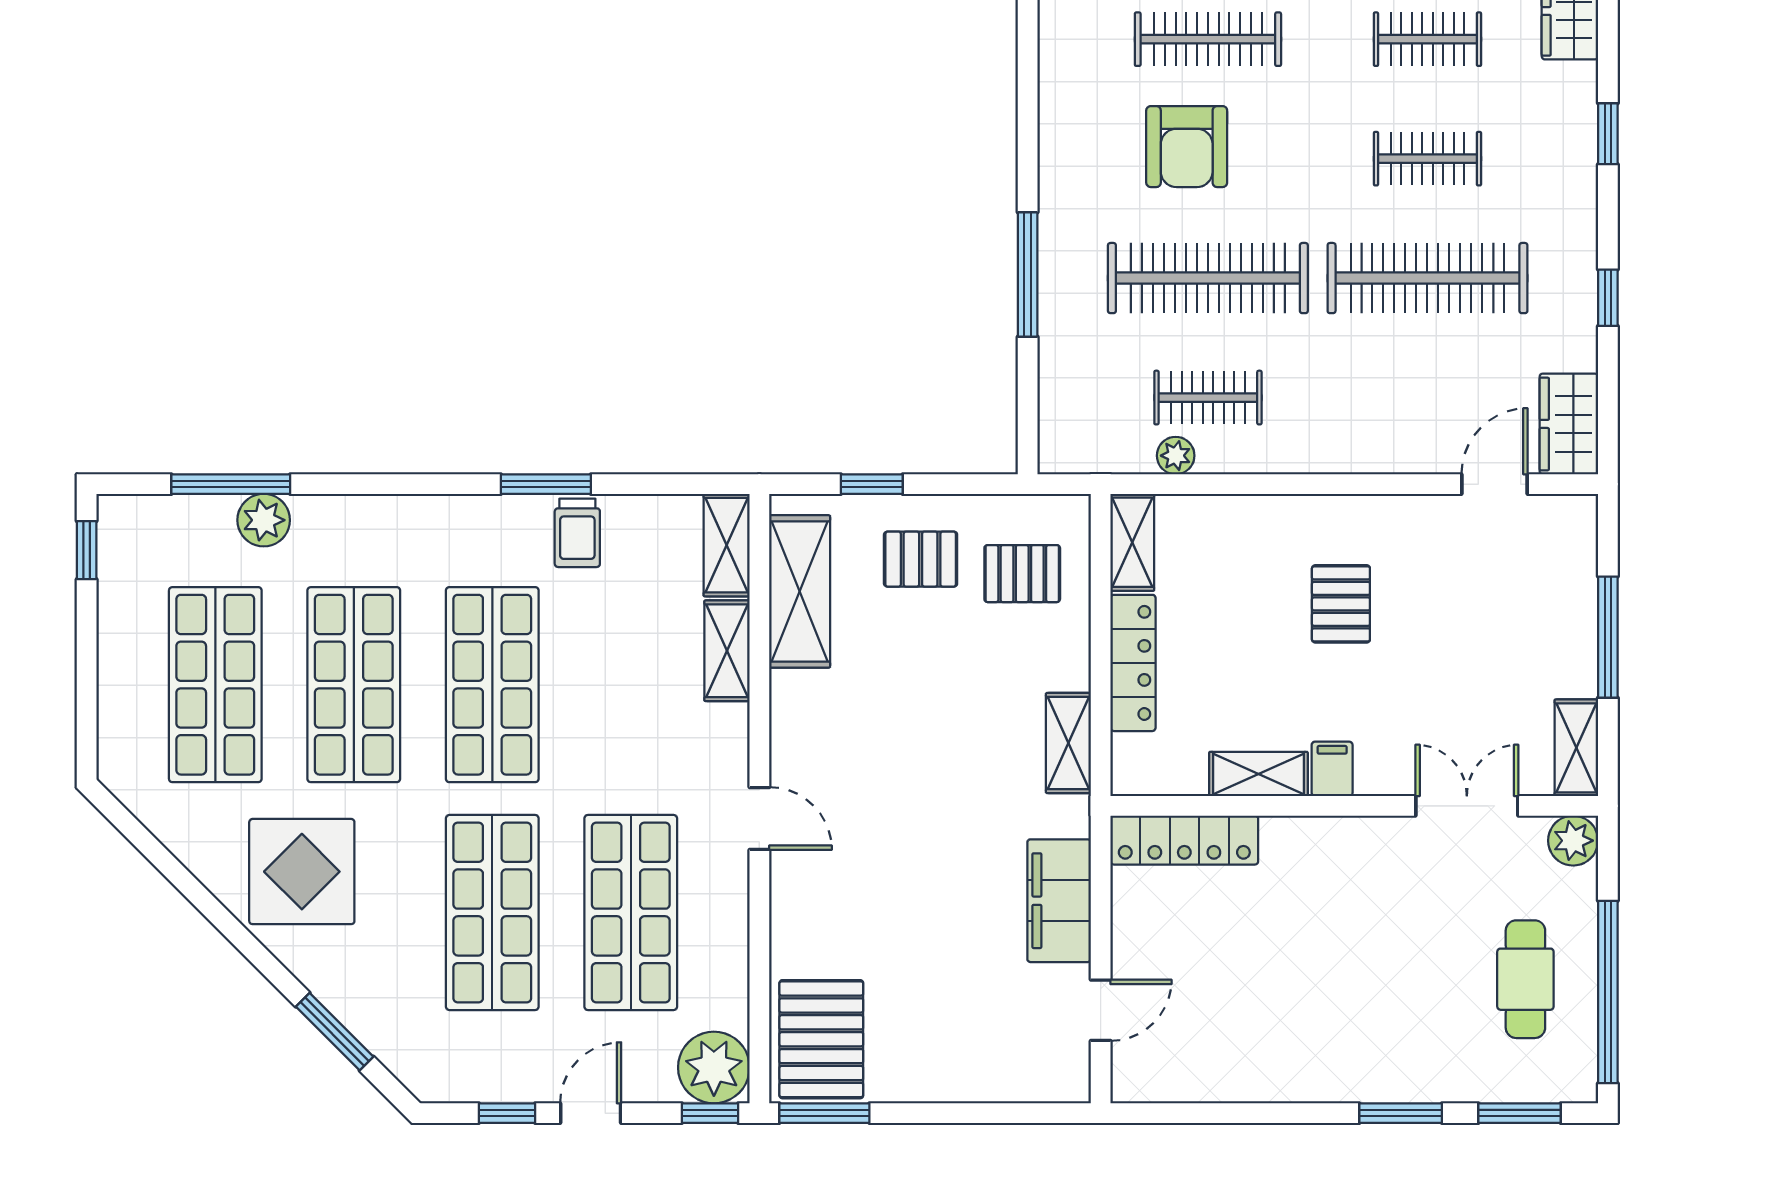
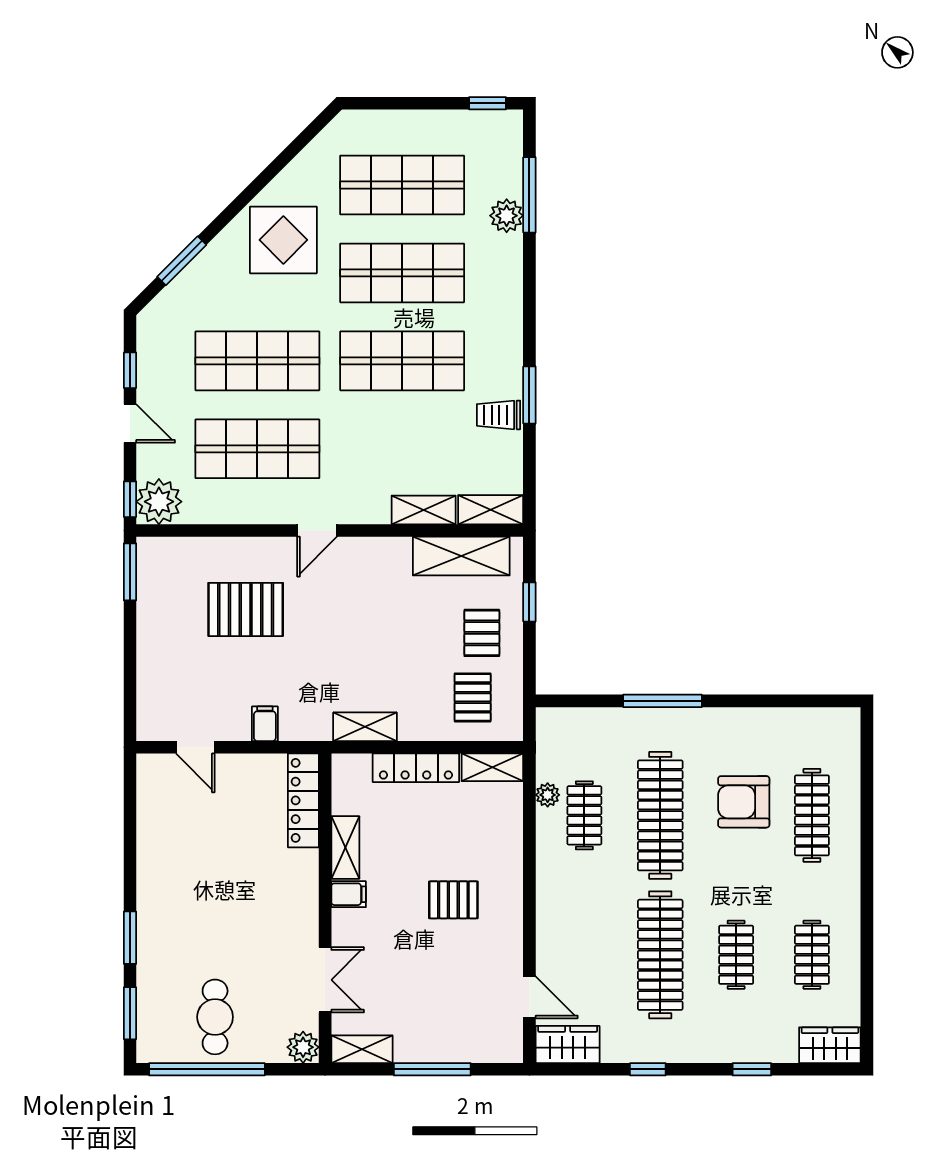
filing cabinet: (1059, 901) -> (265, 724), width x0.33, depth x0.86
cafe table: (1525, 979) -> (215, 1017), turned 90
pallet: (821, 1039) -> (246, 609), moved

